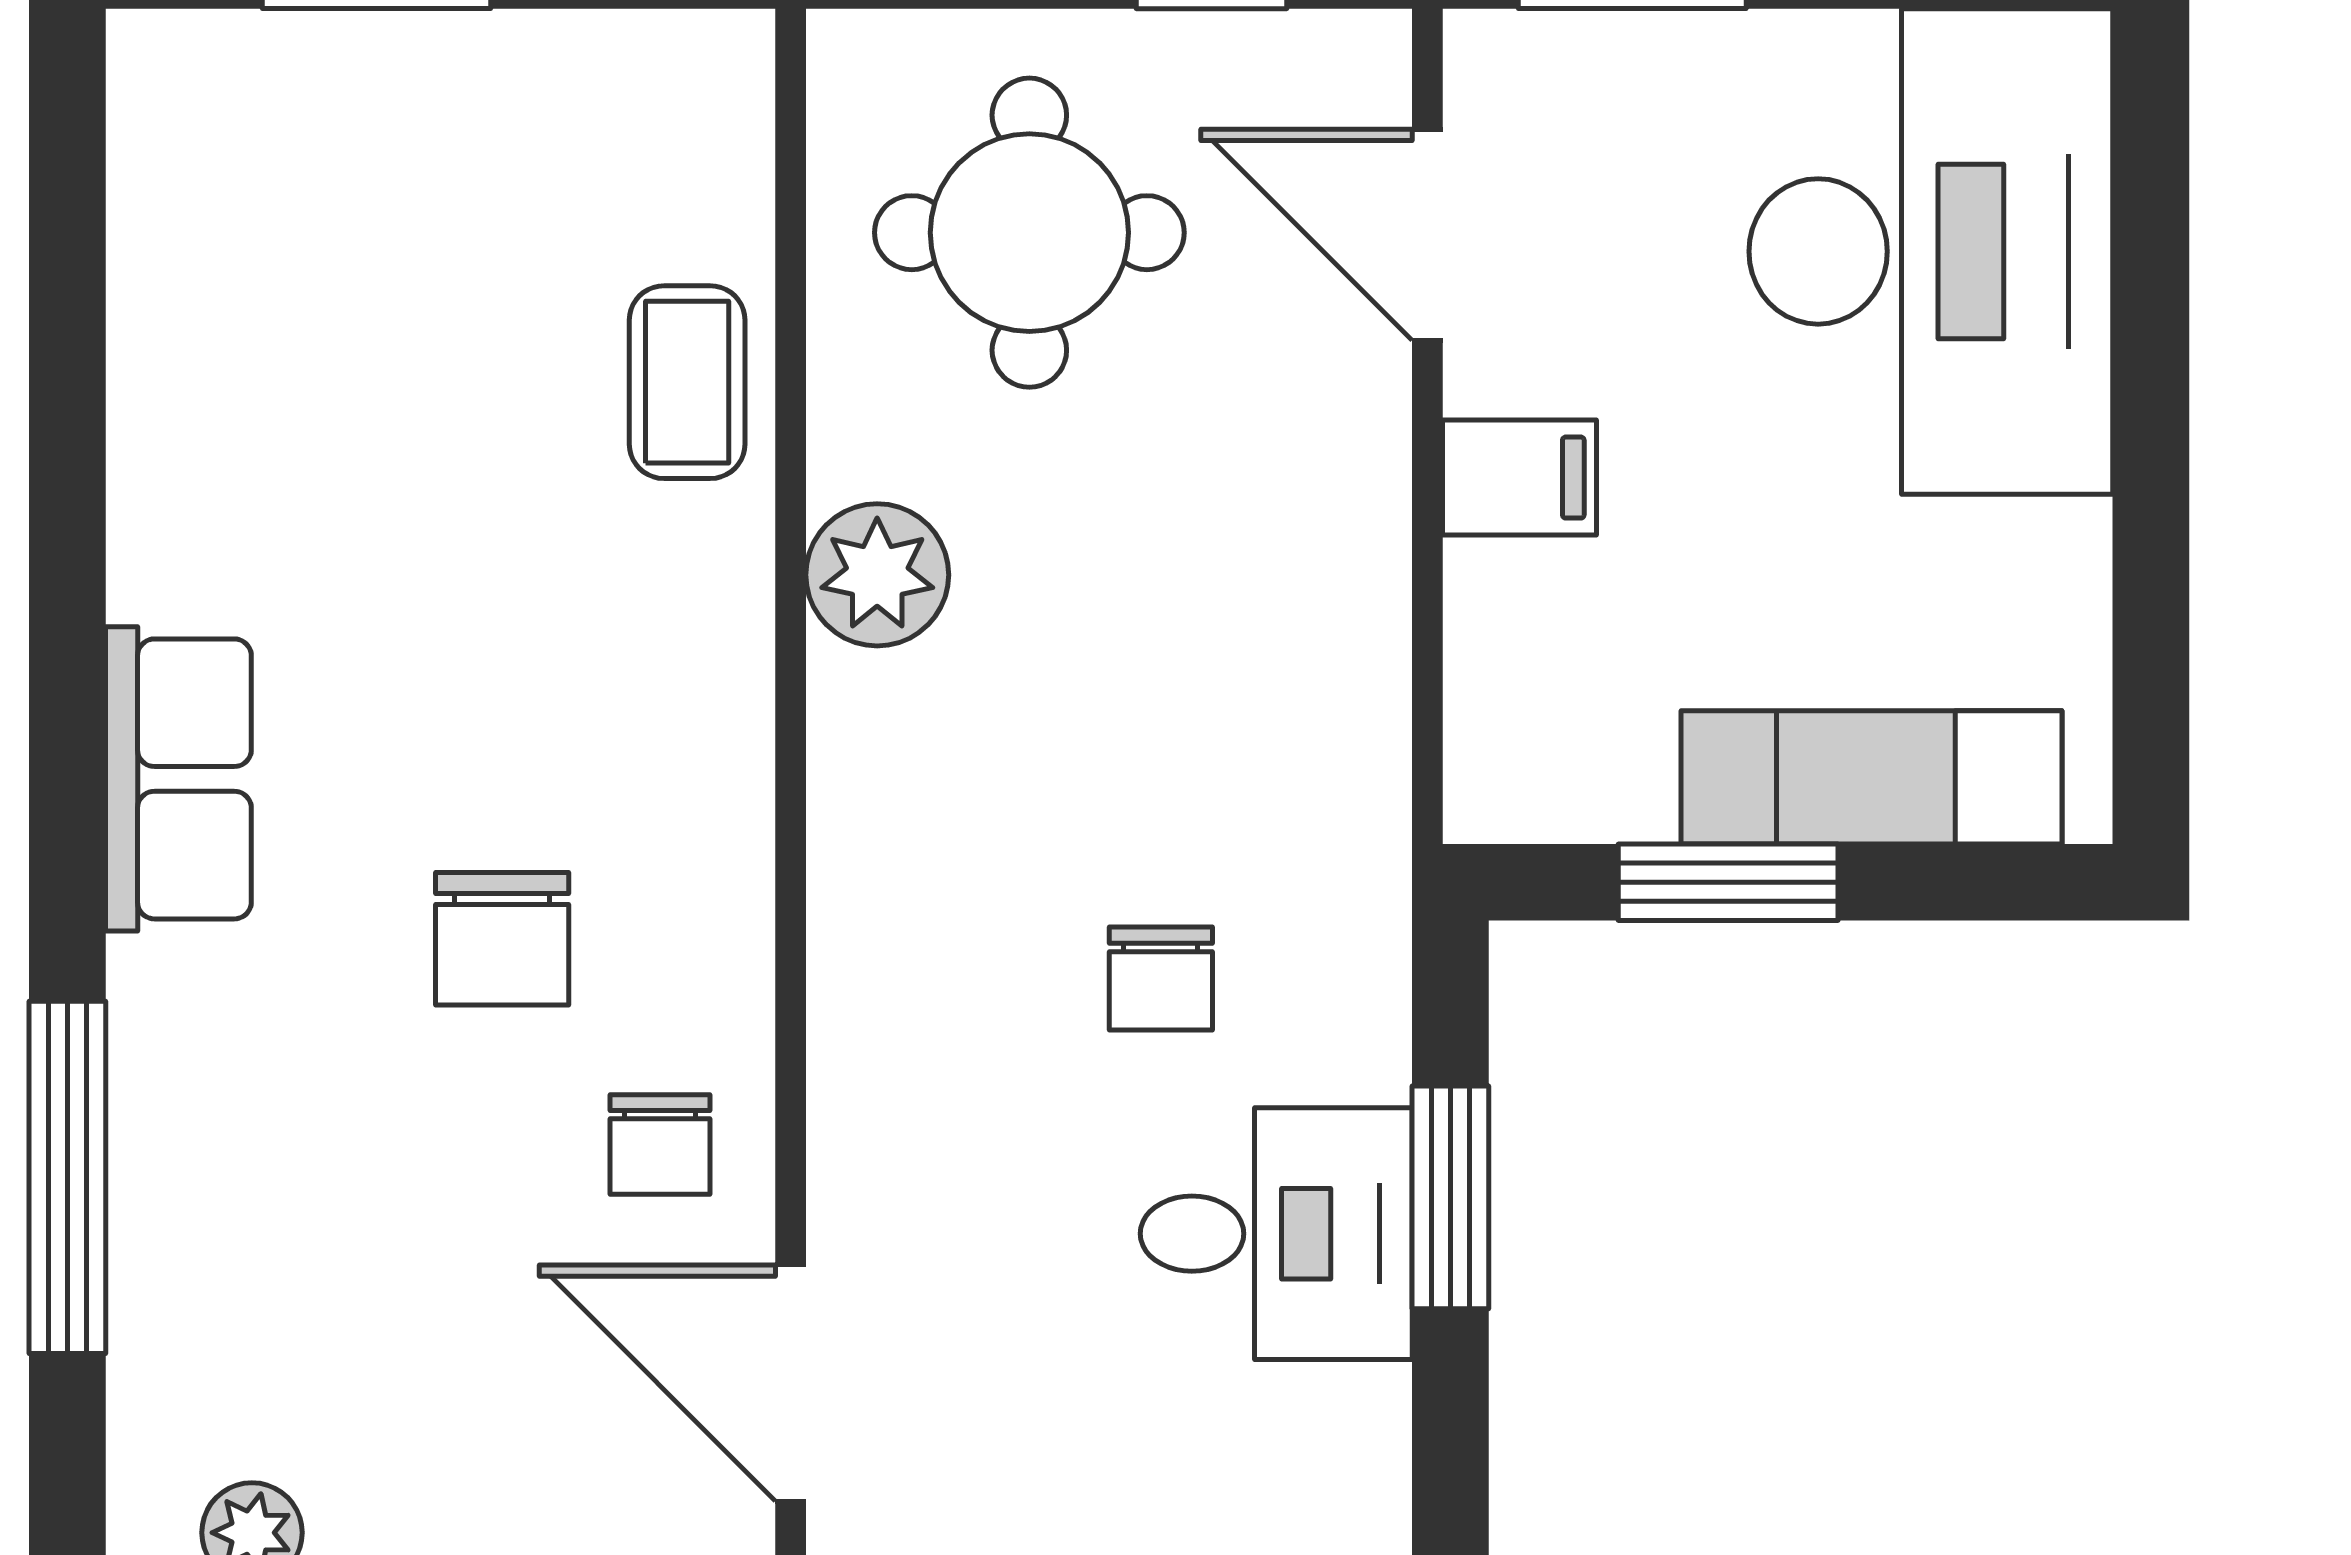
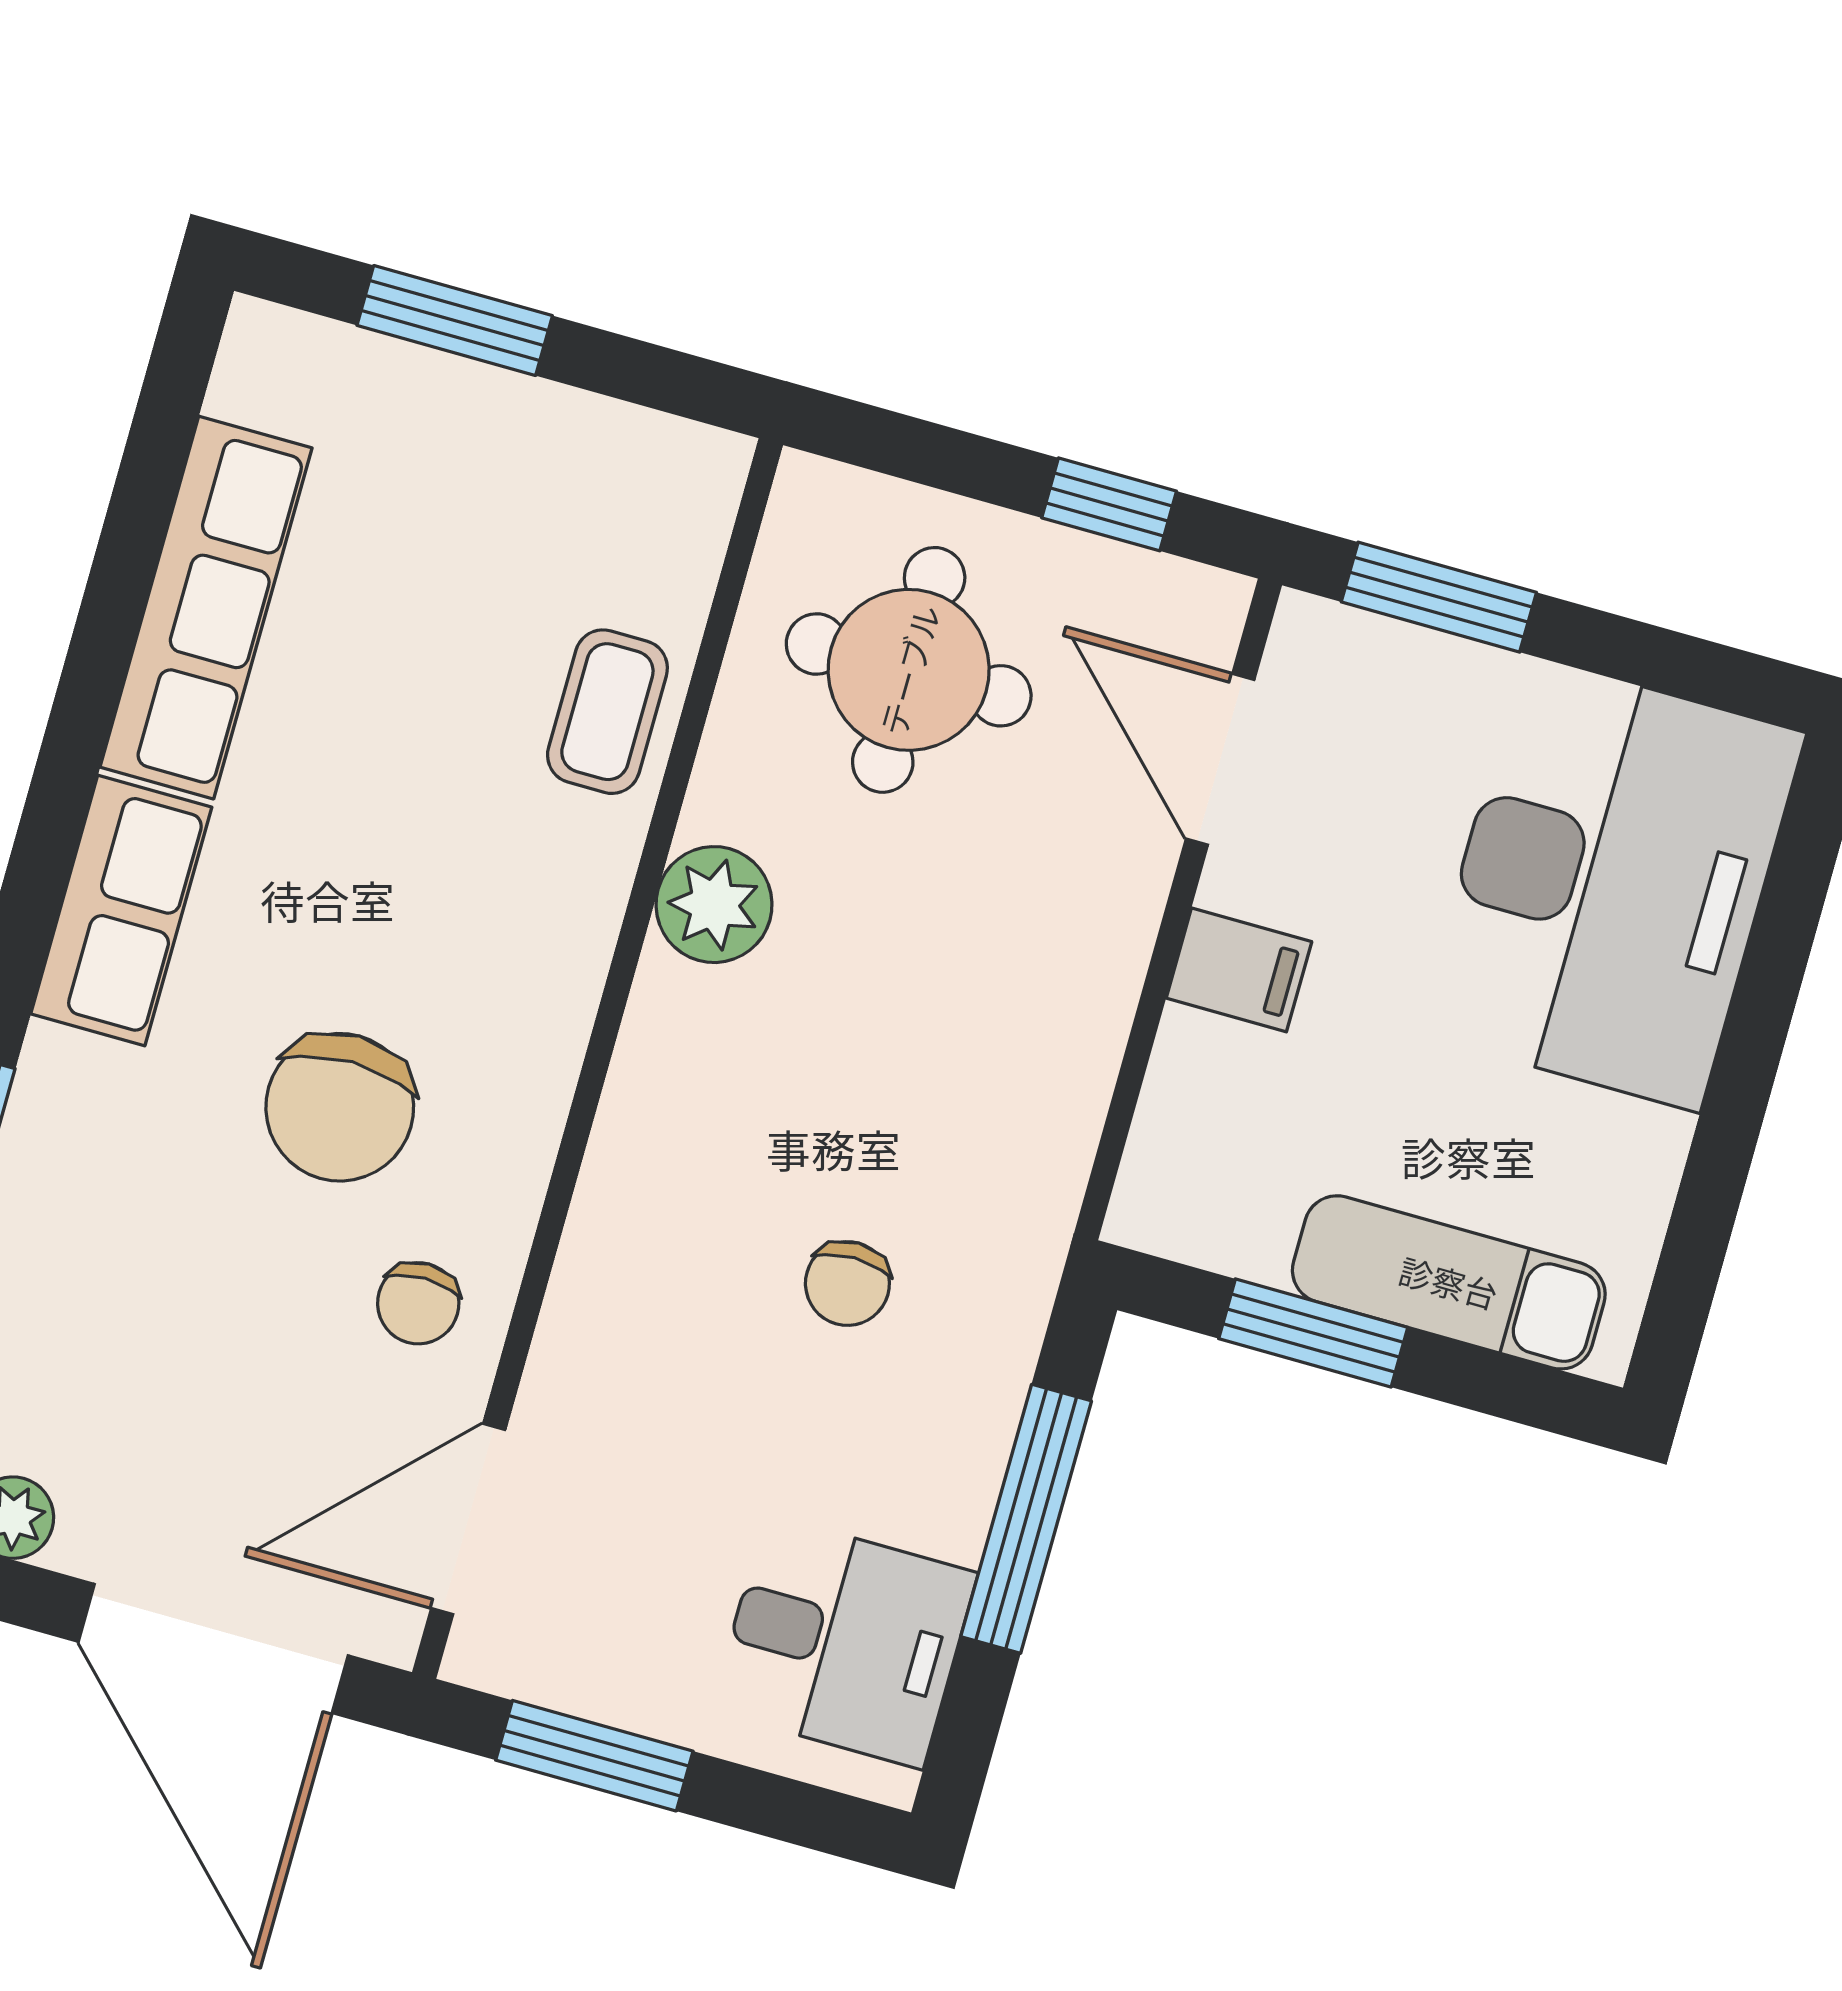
row of seats: (178, 392) -> (206, 608), added
chair: (502, 939) -> (340, 1107), width x1.37, depth x1.37
window: (1450, 1197) -> (1026, 1519), width x1.44
desk: (1276, 1234) -> (844, 1642), moved
door: (791, 1383) -> (468, 1519), hinge flipped

